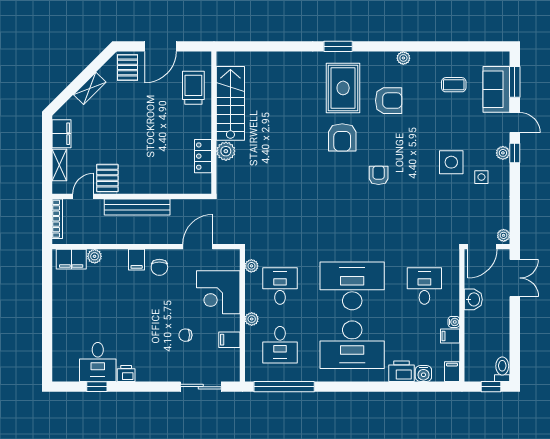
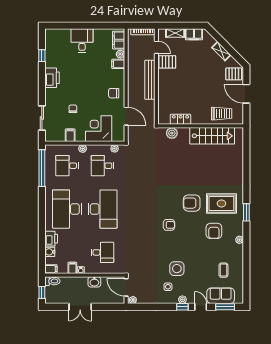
window: (338, 46) -> (246, 212), moved
door: (515, 123) -> (201, 307), swing flipped
plant: (226, 151) -> (172, 133), moved
filing cabinet: (137, 260) -> (118, 64), moved
double door: (515, 278) -> (80, 307), moved
desk: (280, 286) -> (102, 166), turned 180
desk: (98, 362) -> (82, 40), moved, turned 90
toilet: (502, 369) -> (52, 281), moved
printer: (126, 374) -> (52, 78), width x1.87, depth x1.48

